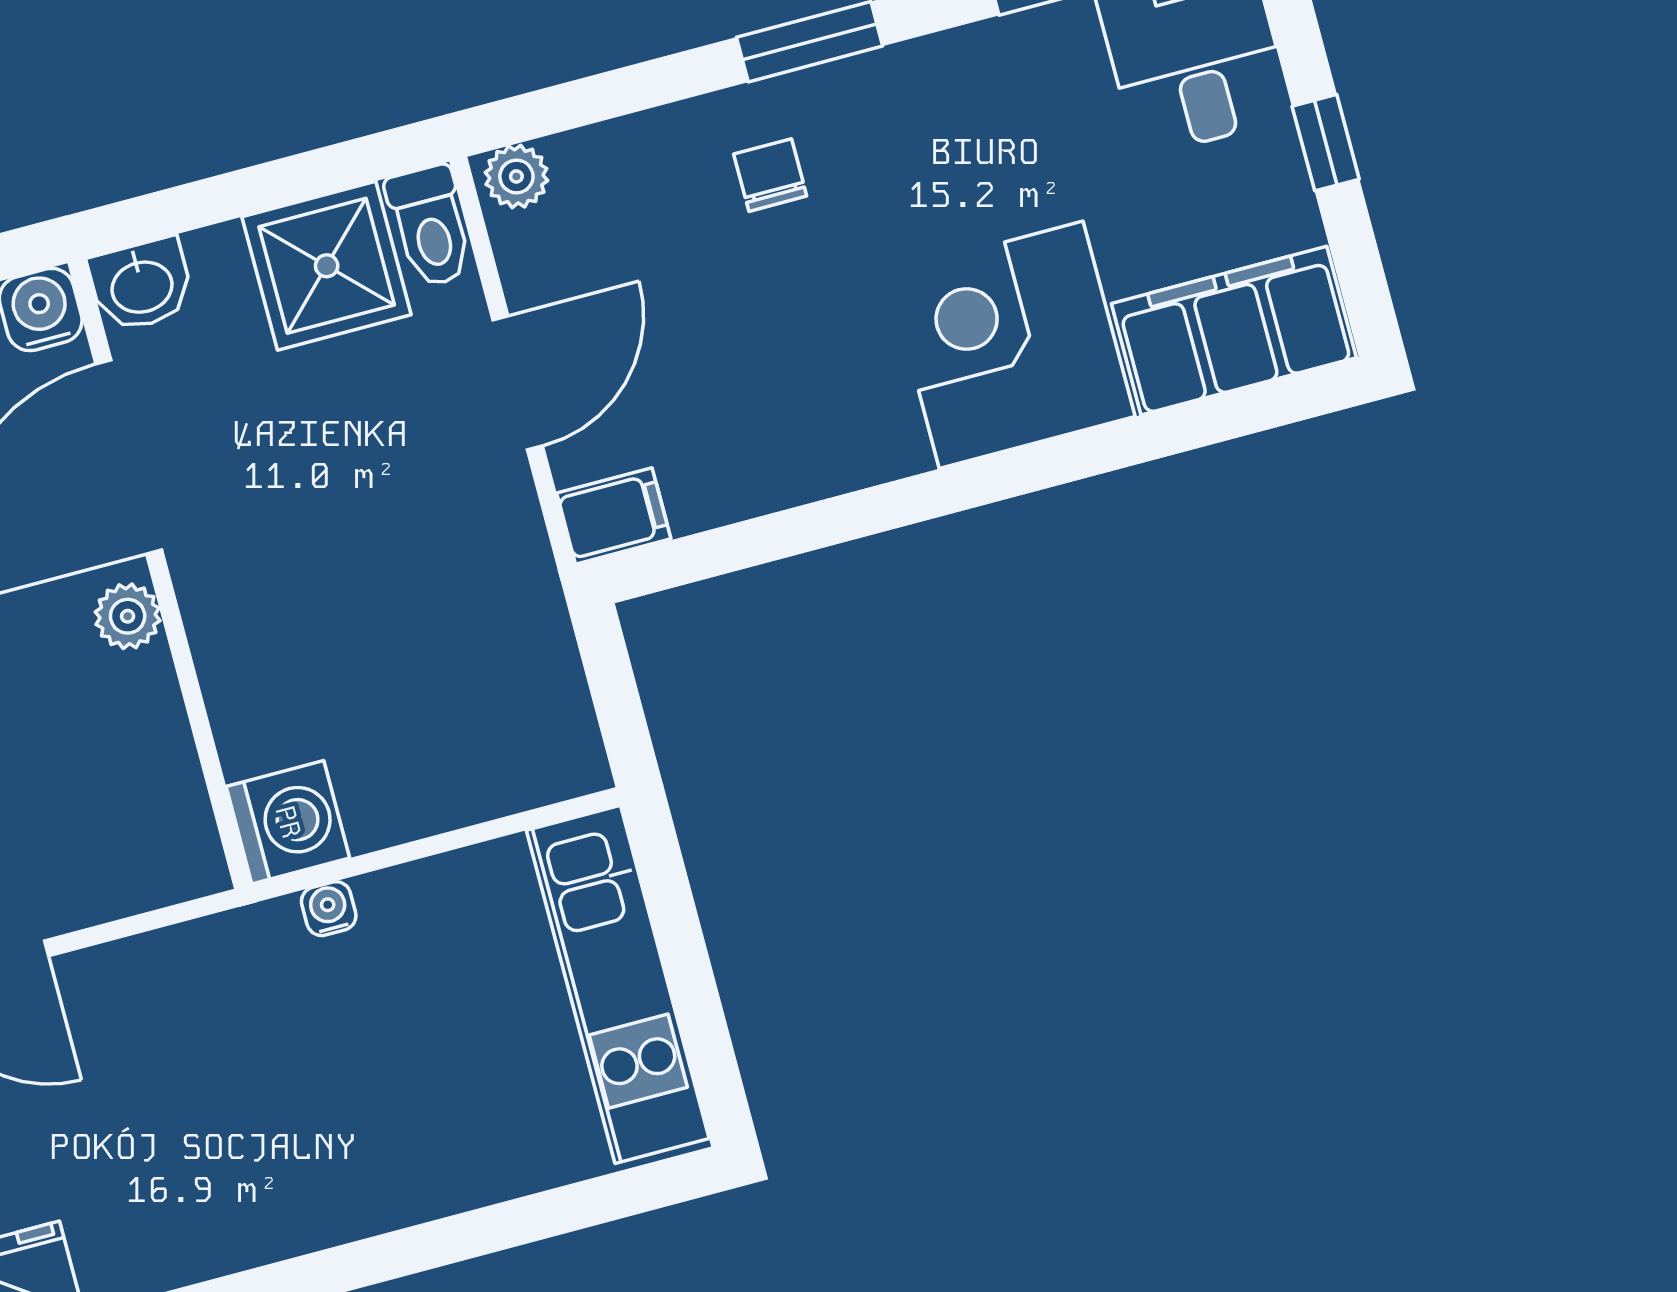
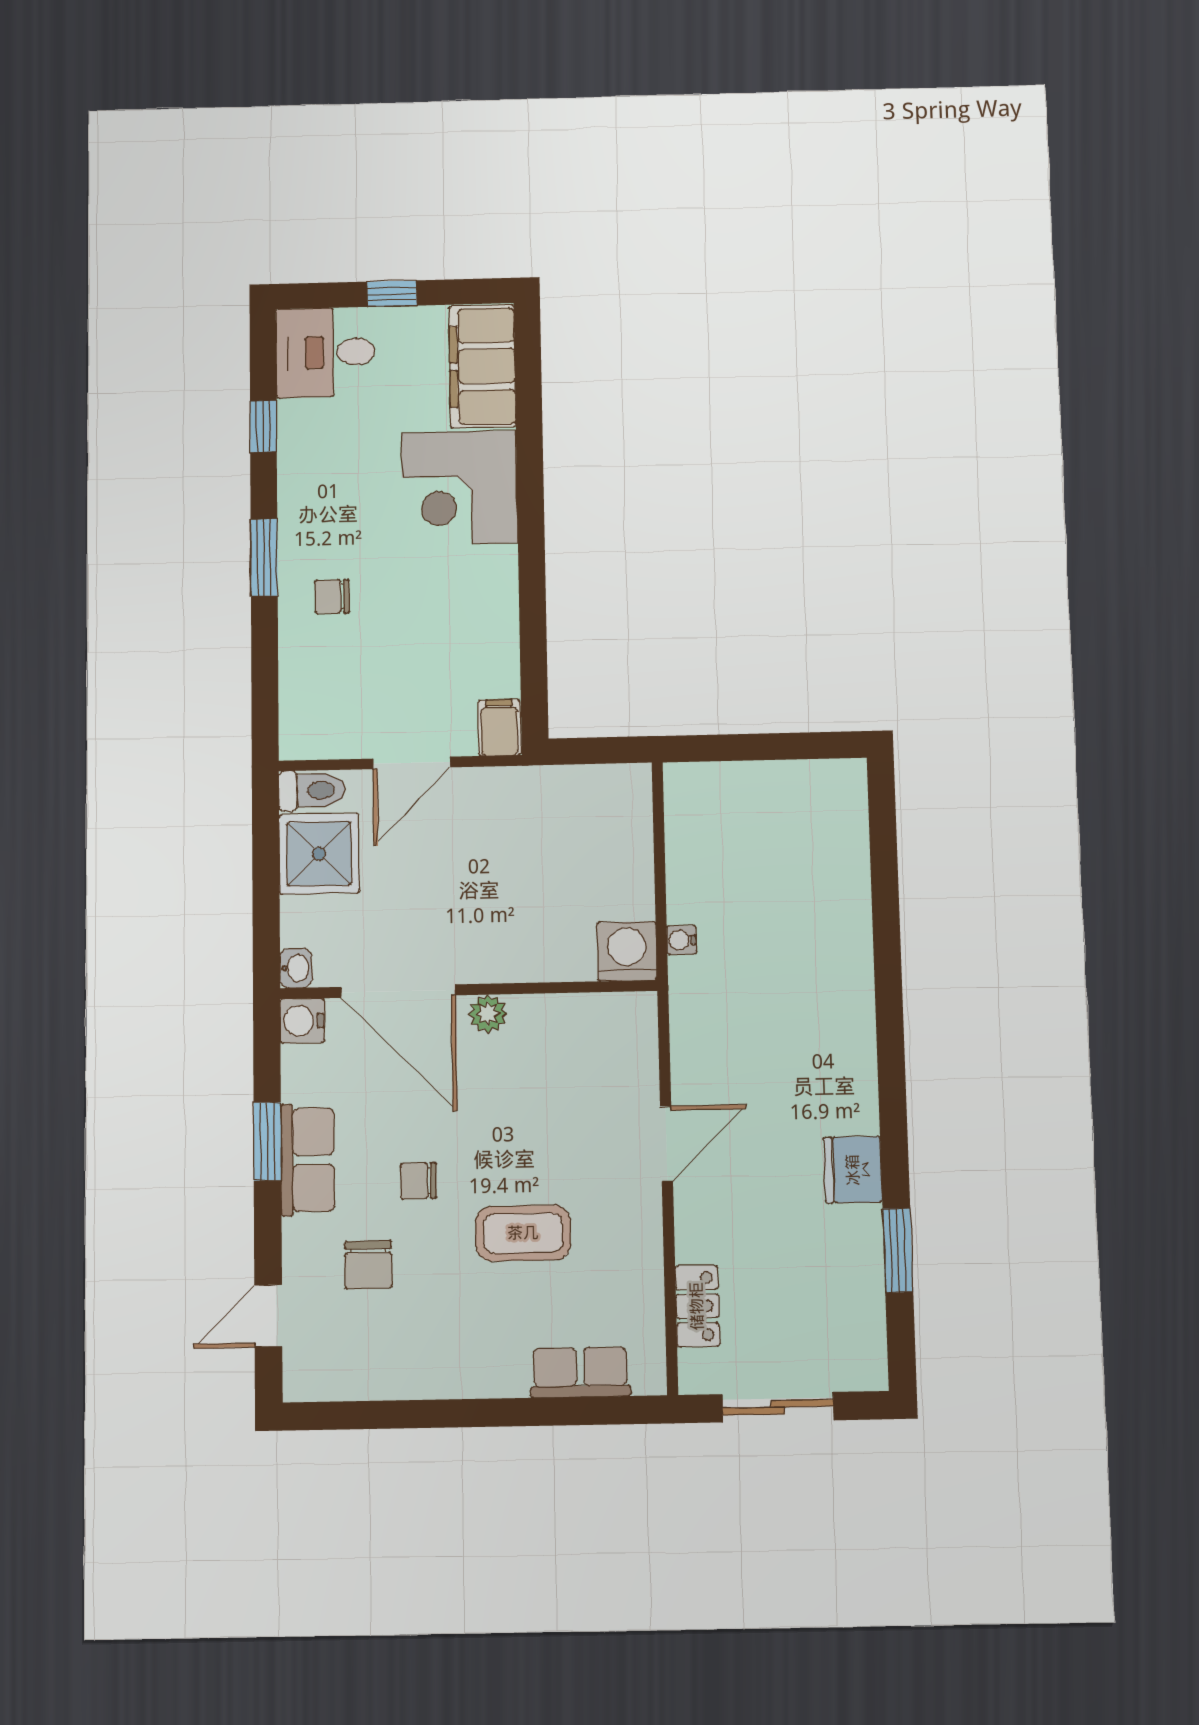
plant: (516, 176) -> (297, 736), removed
washbasin: (141, 285) -> (296, 968), width x0.72, depth x0.69
door: (518, 383) -> (412, 763), swing flipped
kitchen unit: (618, 984) -> (763, 788), removed

